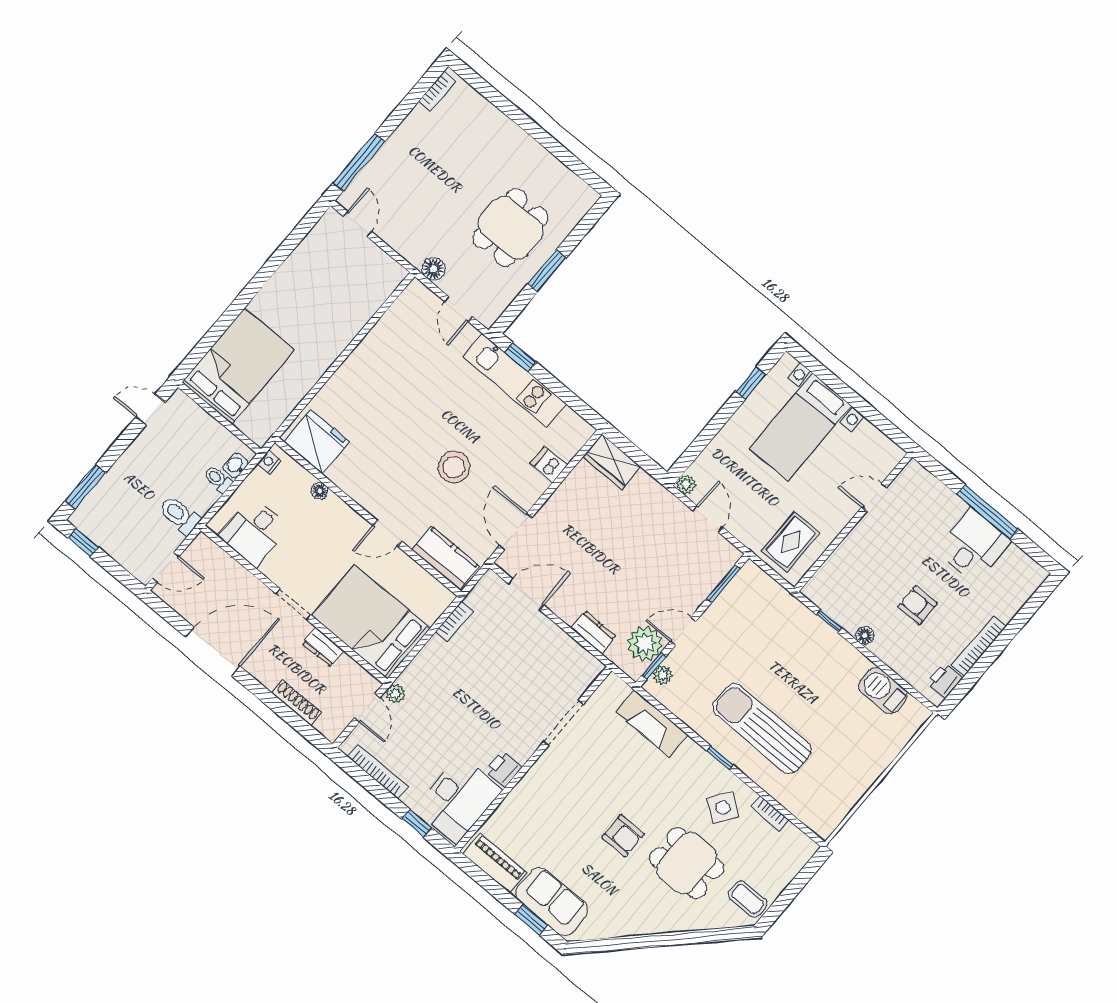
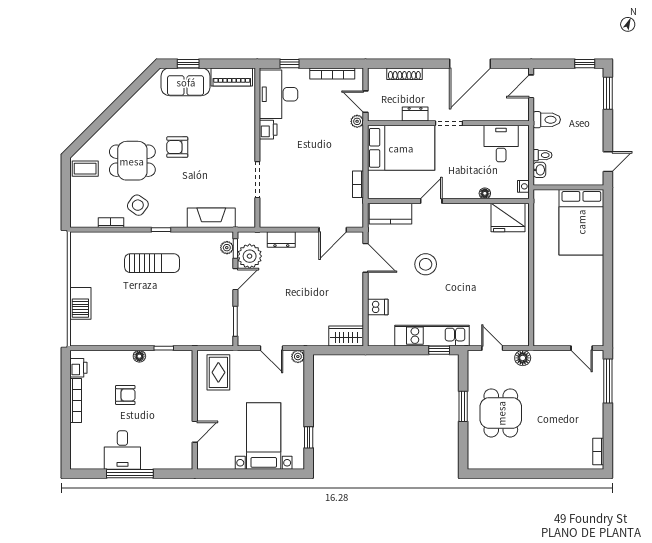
barbecue: (883, 691) -> (80, 303), moved, turned 90
sun lounger: (762, 729) -> (152, 263), width x0.73, depth x0.75

